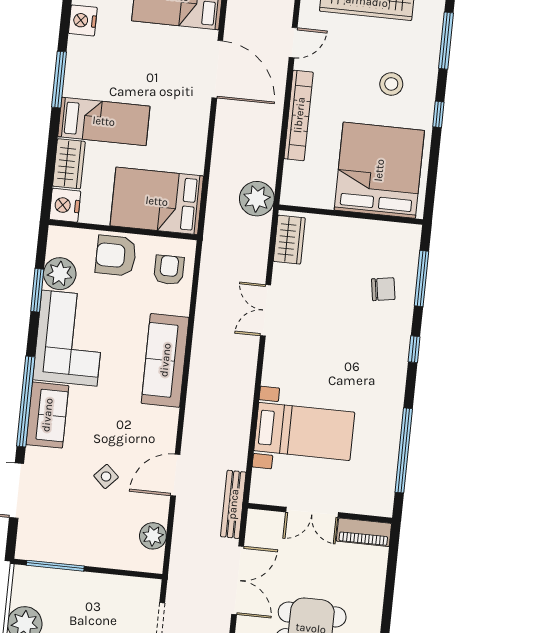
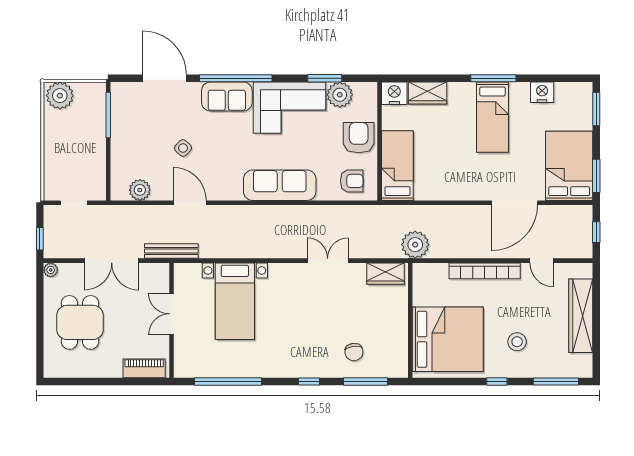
bed: (104, 121) -> (493, 117), moved
bed: (157, 201) -> (397, 166), width x0.67
piano: (364, 532) -> (144, 368), moved, turned 90

